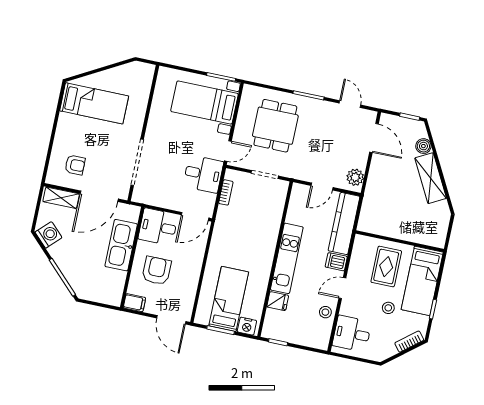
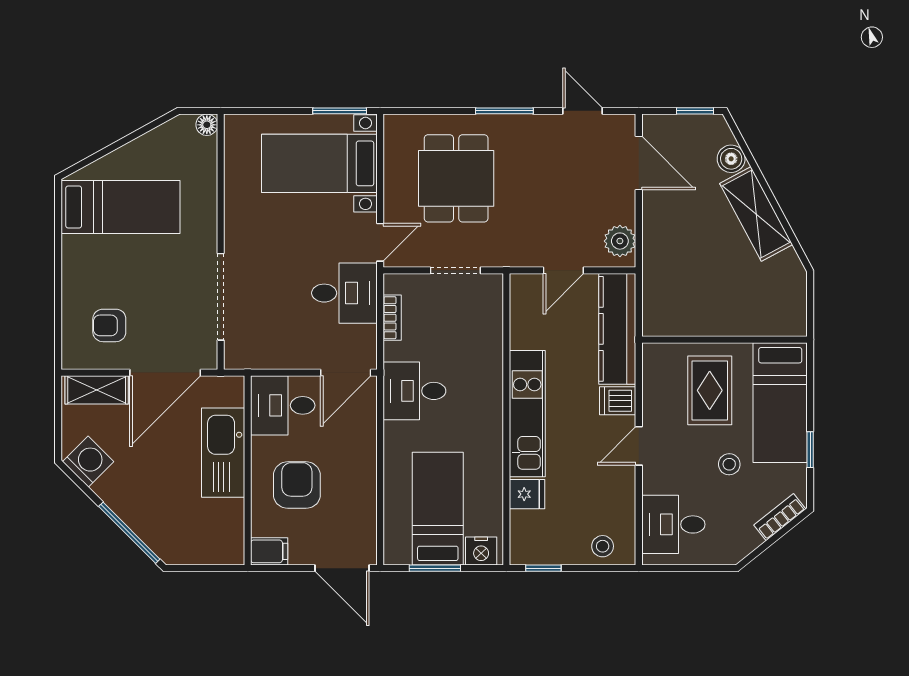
floor lamp: (149, 69) -> (207, 125), added
armchair: (75, 165) -> (109, 325), turned 180
desk: (229, 234) -> (414, 391), added
stool: (325, 312) -> (603, 546), moved

